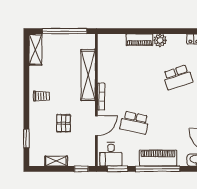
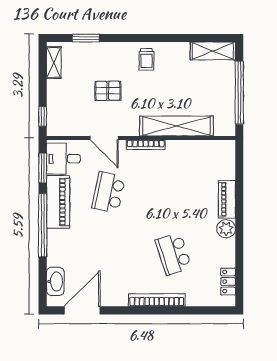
piano: (158, 158) -> (58, 202), moved
shelving: (56, 161) -> (54, 63), moved

